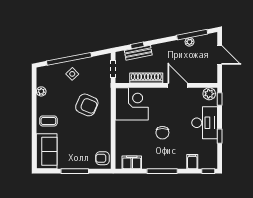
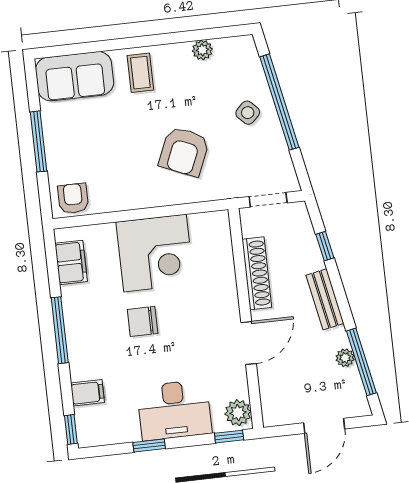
bench: (138, 53) -> (325, 299), moved
corner desk: (132, 104) -> (155, 253), moved

